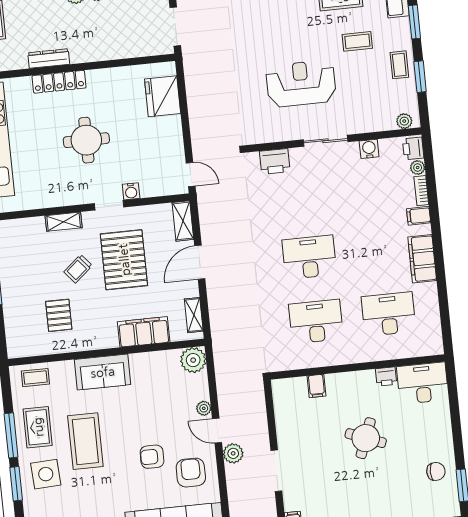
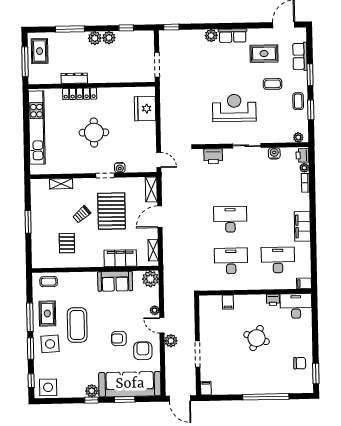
filing cabinet: (419, 216) -> (304, 283), moved
shelving: (64, 222) -> (61, 184), moved
sofa: (103, 372) -> (115, 281), moved

